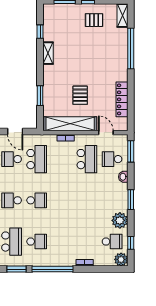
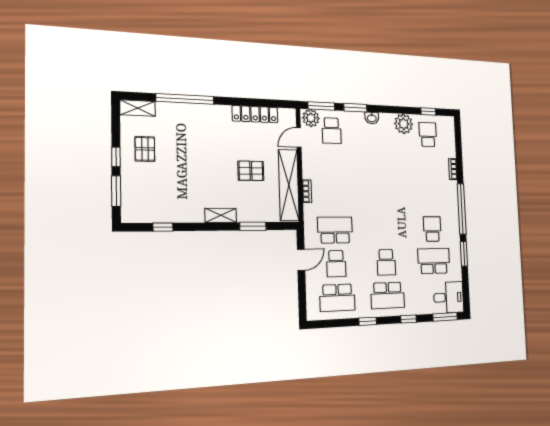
shelving: (48, 53) -> (221, 215), moved
school desk: (87, 159) -> (333, 163), removed
washbasin: (123, 177) -> (372, 118), moved
school desk: (37, 200) -> (385, 229), removed
window: (131, 200) -> (355, 108), moved
plant: (121, 259) -> (311, 118), moved

